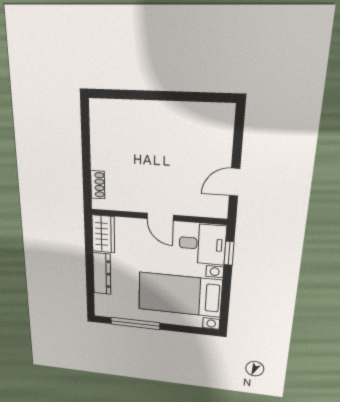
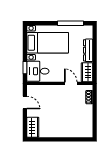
wardrobe: (221, 126) -> (33, 127), added
door: (235, 182) -> (25, 103), hinge flipped
door: (160, 217) -> (71, 83), moved

